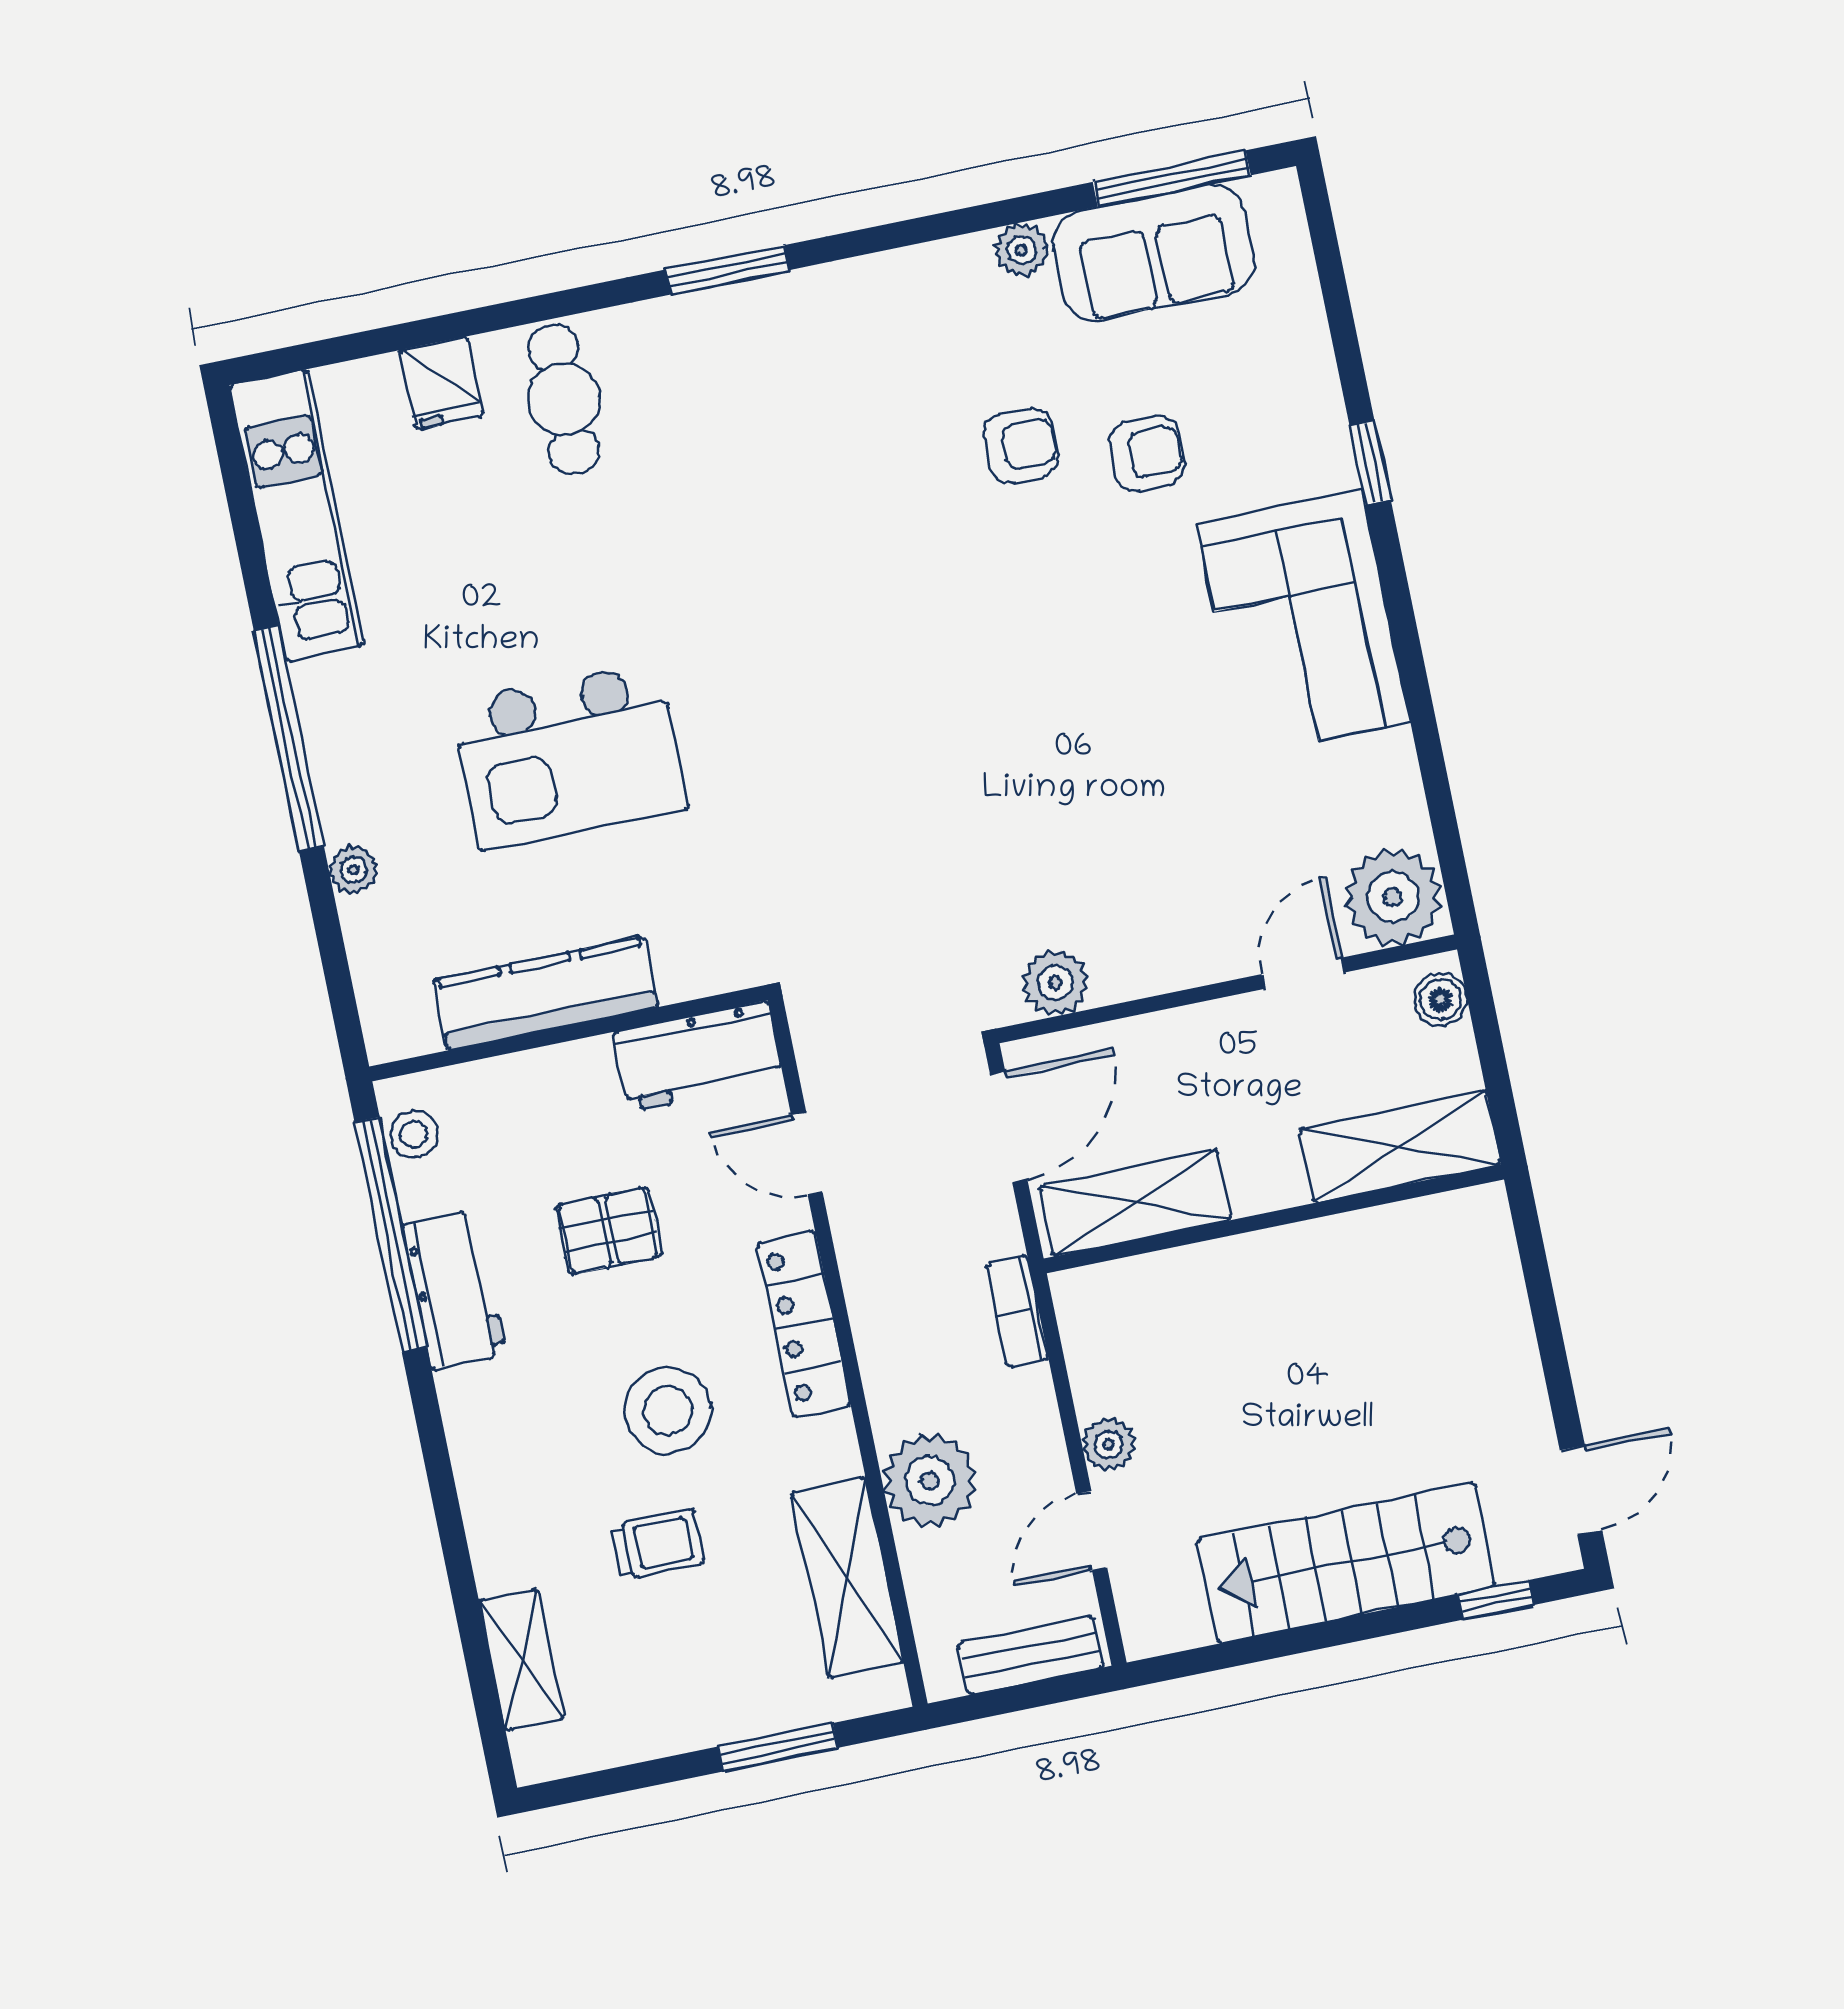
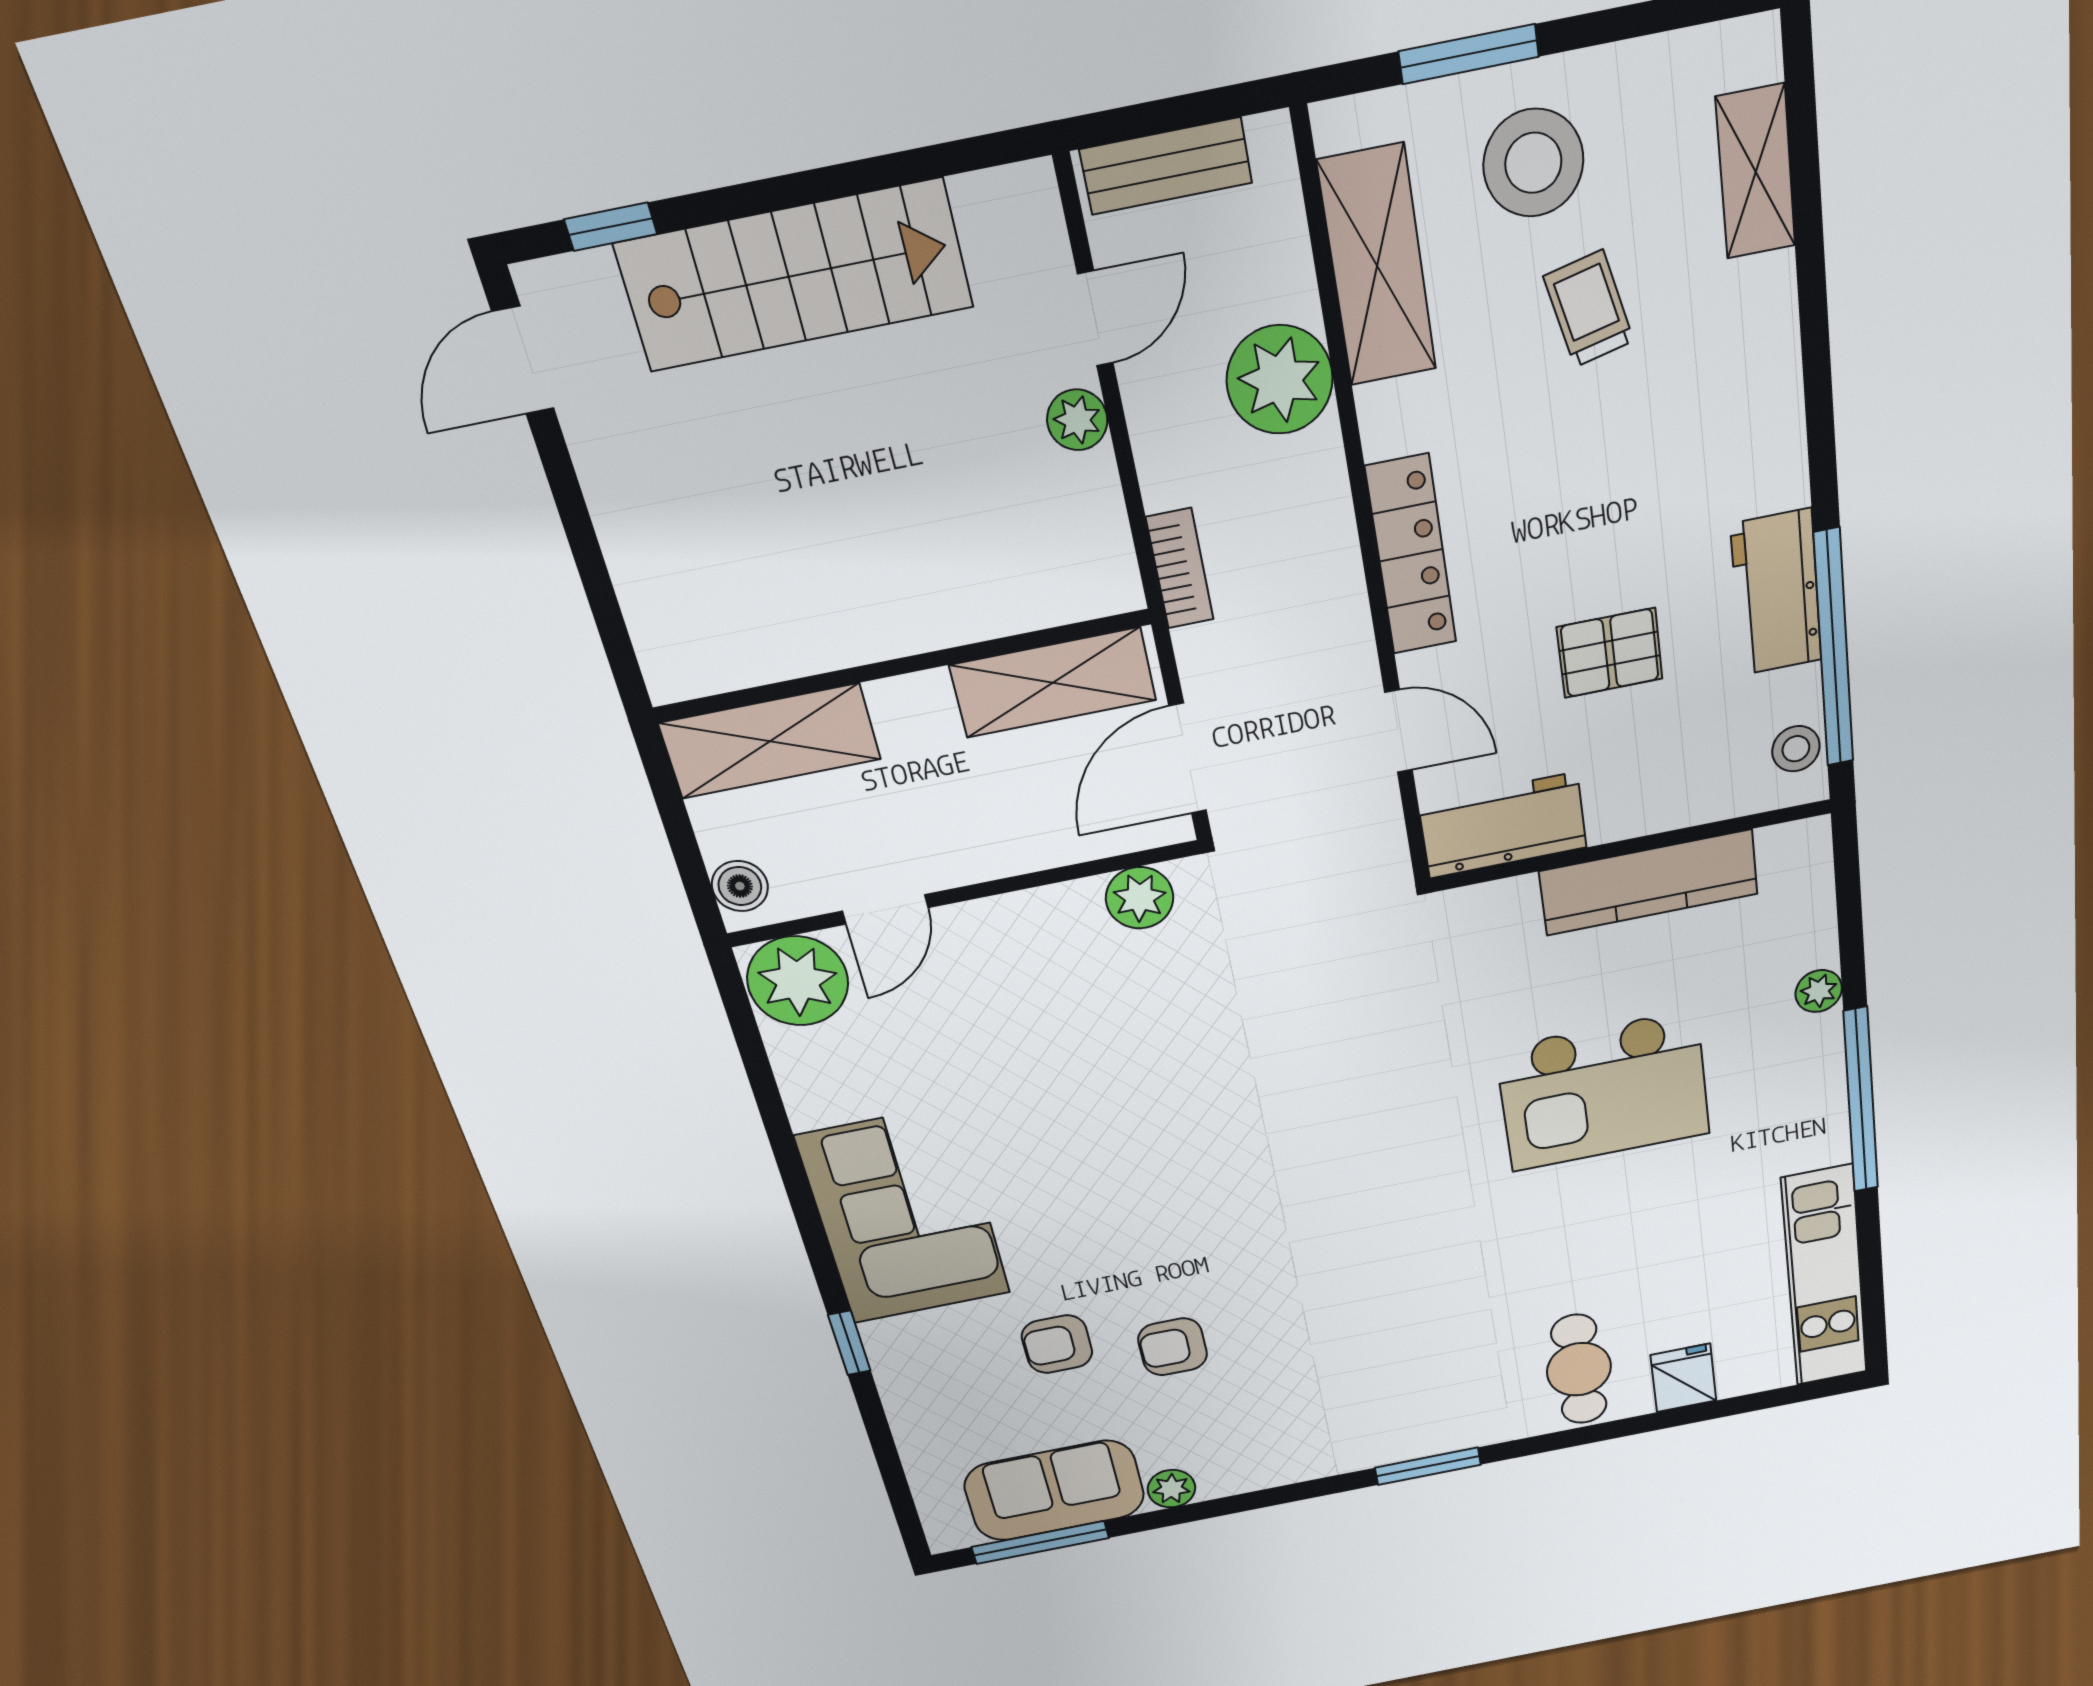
kitchen island: (569, 756) -> (1603, 1091), turned 180
stool: (668, 1410) -> (1533, 163), moved
trolley: (657, 1544) -> (1589, 309), turned 77

